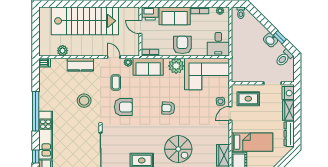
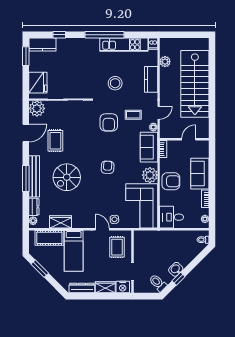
printer: (150, 13) -> (202, 149), removed
kitchen unit: (46, 135) -> (124, 45), moved

